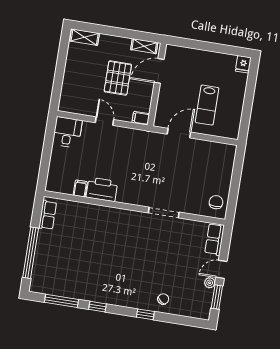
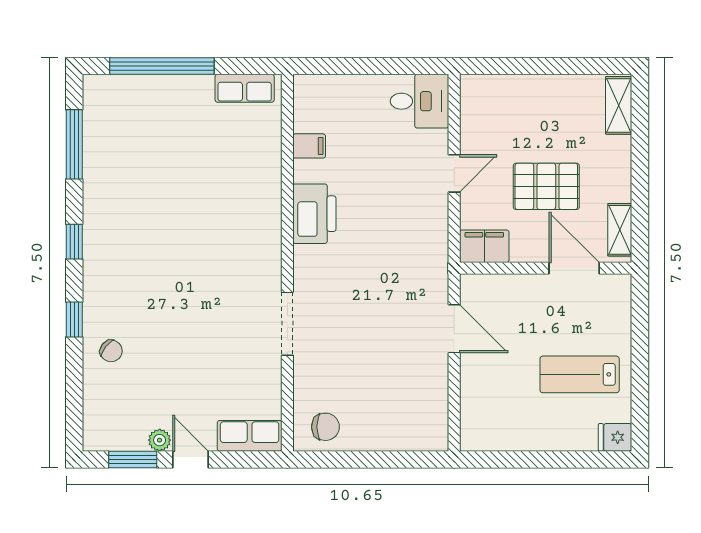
lab bench: (207, 105) -> (580, 374), moved
filing cabinet: (141, 118) -> (484, 246), width x2.00
printer: (102, 189) -> (314, 214), moved
window: (97, 307) -> (74, 242), moved

